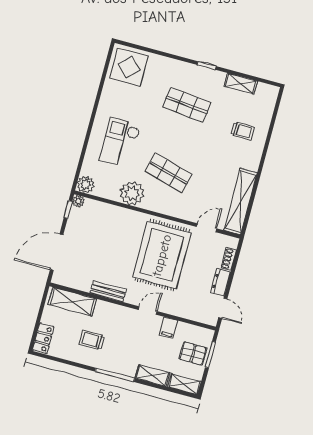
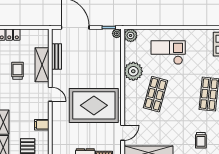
door: (206, 228) -> (123, 133), hinge flipped
bench: (108, 291) -> (57, 57), moved
shelving: (72, 302) -> (42, 65), moved
door: (148, 310) -> (50, 94), moved

